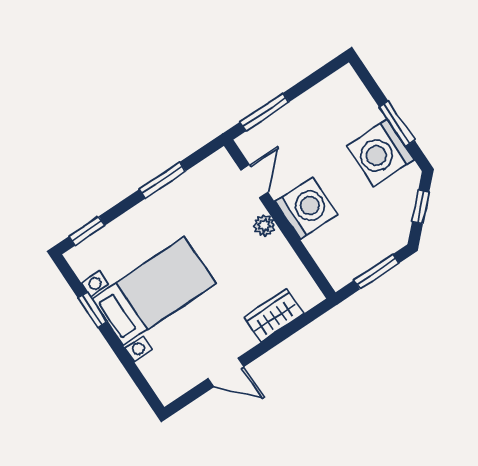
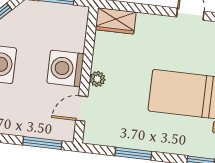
wardrobe: (274, 316) -> (116, 21), moved

